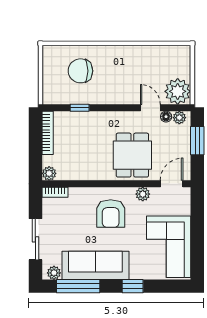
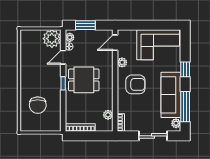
window: (80, 108) -> (63, 83), moved
dining table: (132, 155) -> (84, 80), moved
plant: (49, 173) -> (108, 115), moved
door: (172, 184) -> (115, 43), hinge flipped

